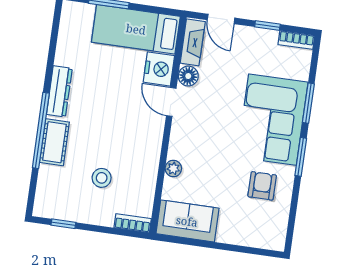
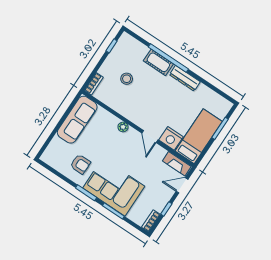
floor lamp: (188, 76) -> (159, 153), removed
door: (171, 102) -> (150, 137), swing flipped
plant: (173, 168) -> (123, 127), moved
sofa: (187, 221) -> (77, 120), width x1.36

